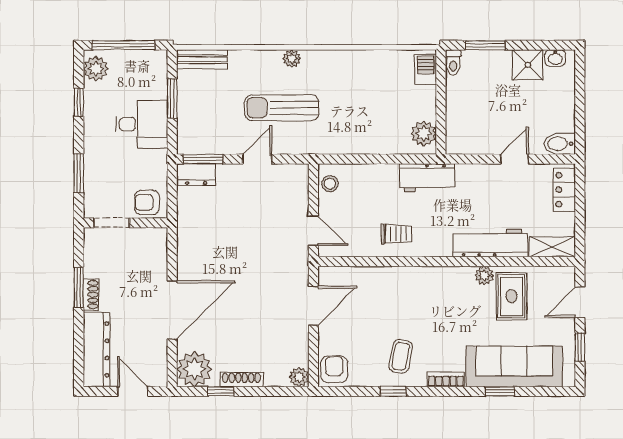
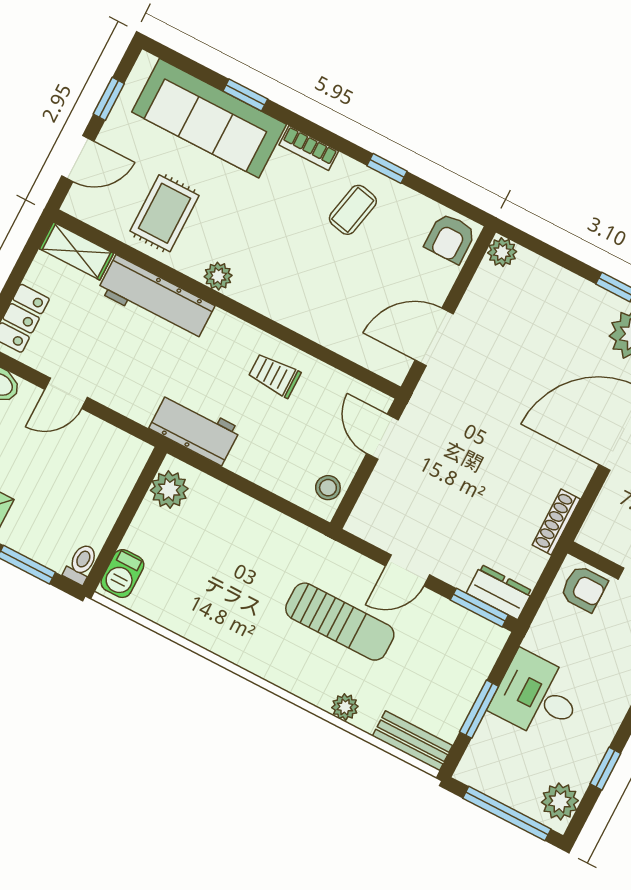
plant: (292, 59) -> (345, 707), moved
plant: (484, 275) -> (218, 276), moved
shoe rack: (241, 380) -> (556, 522), moved, turned 90

